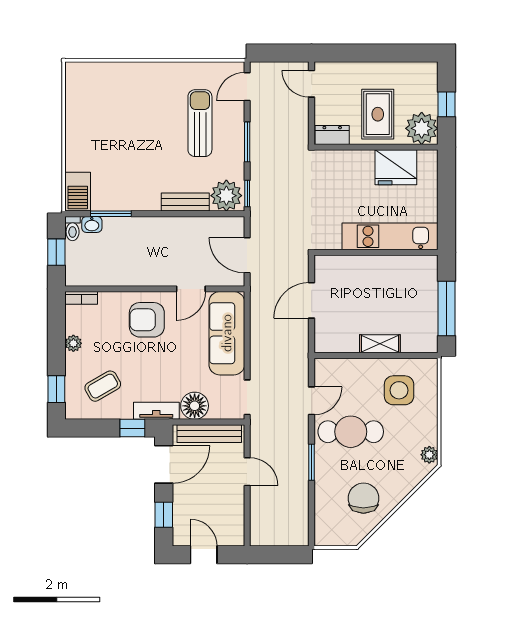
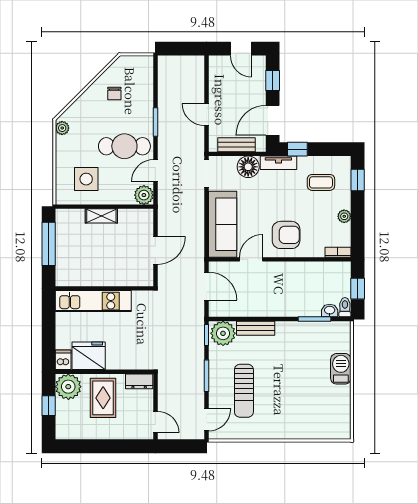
dishwasher: (428, 162) -> (63, 360), added
barbecue: (78, 192) -> (341, 369), moved
plant: (326, 370) -> (144, 195), added
coffee table: (103, 386) -> (321, 182), turned 30
bench: (209, 434) -> (237, 145), width x0.73
chair: (363, 498) -> (114, 94), width x0.54, depth x0.54

